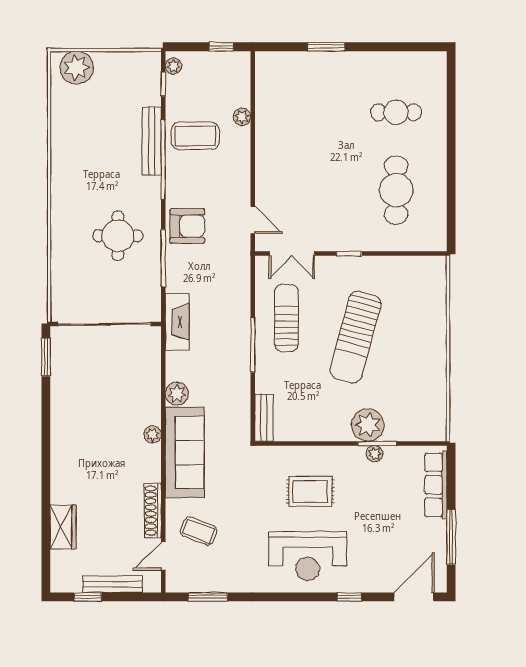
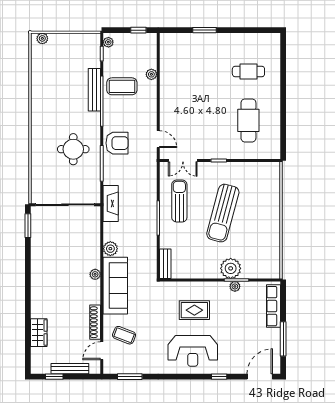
plant: (77, 68) -> (42, 38), width x0.53, depth x0.53

